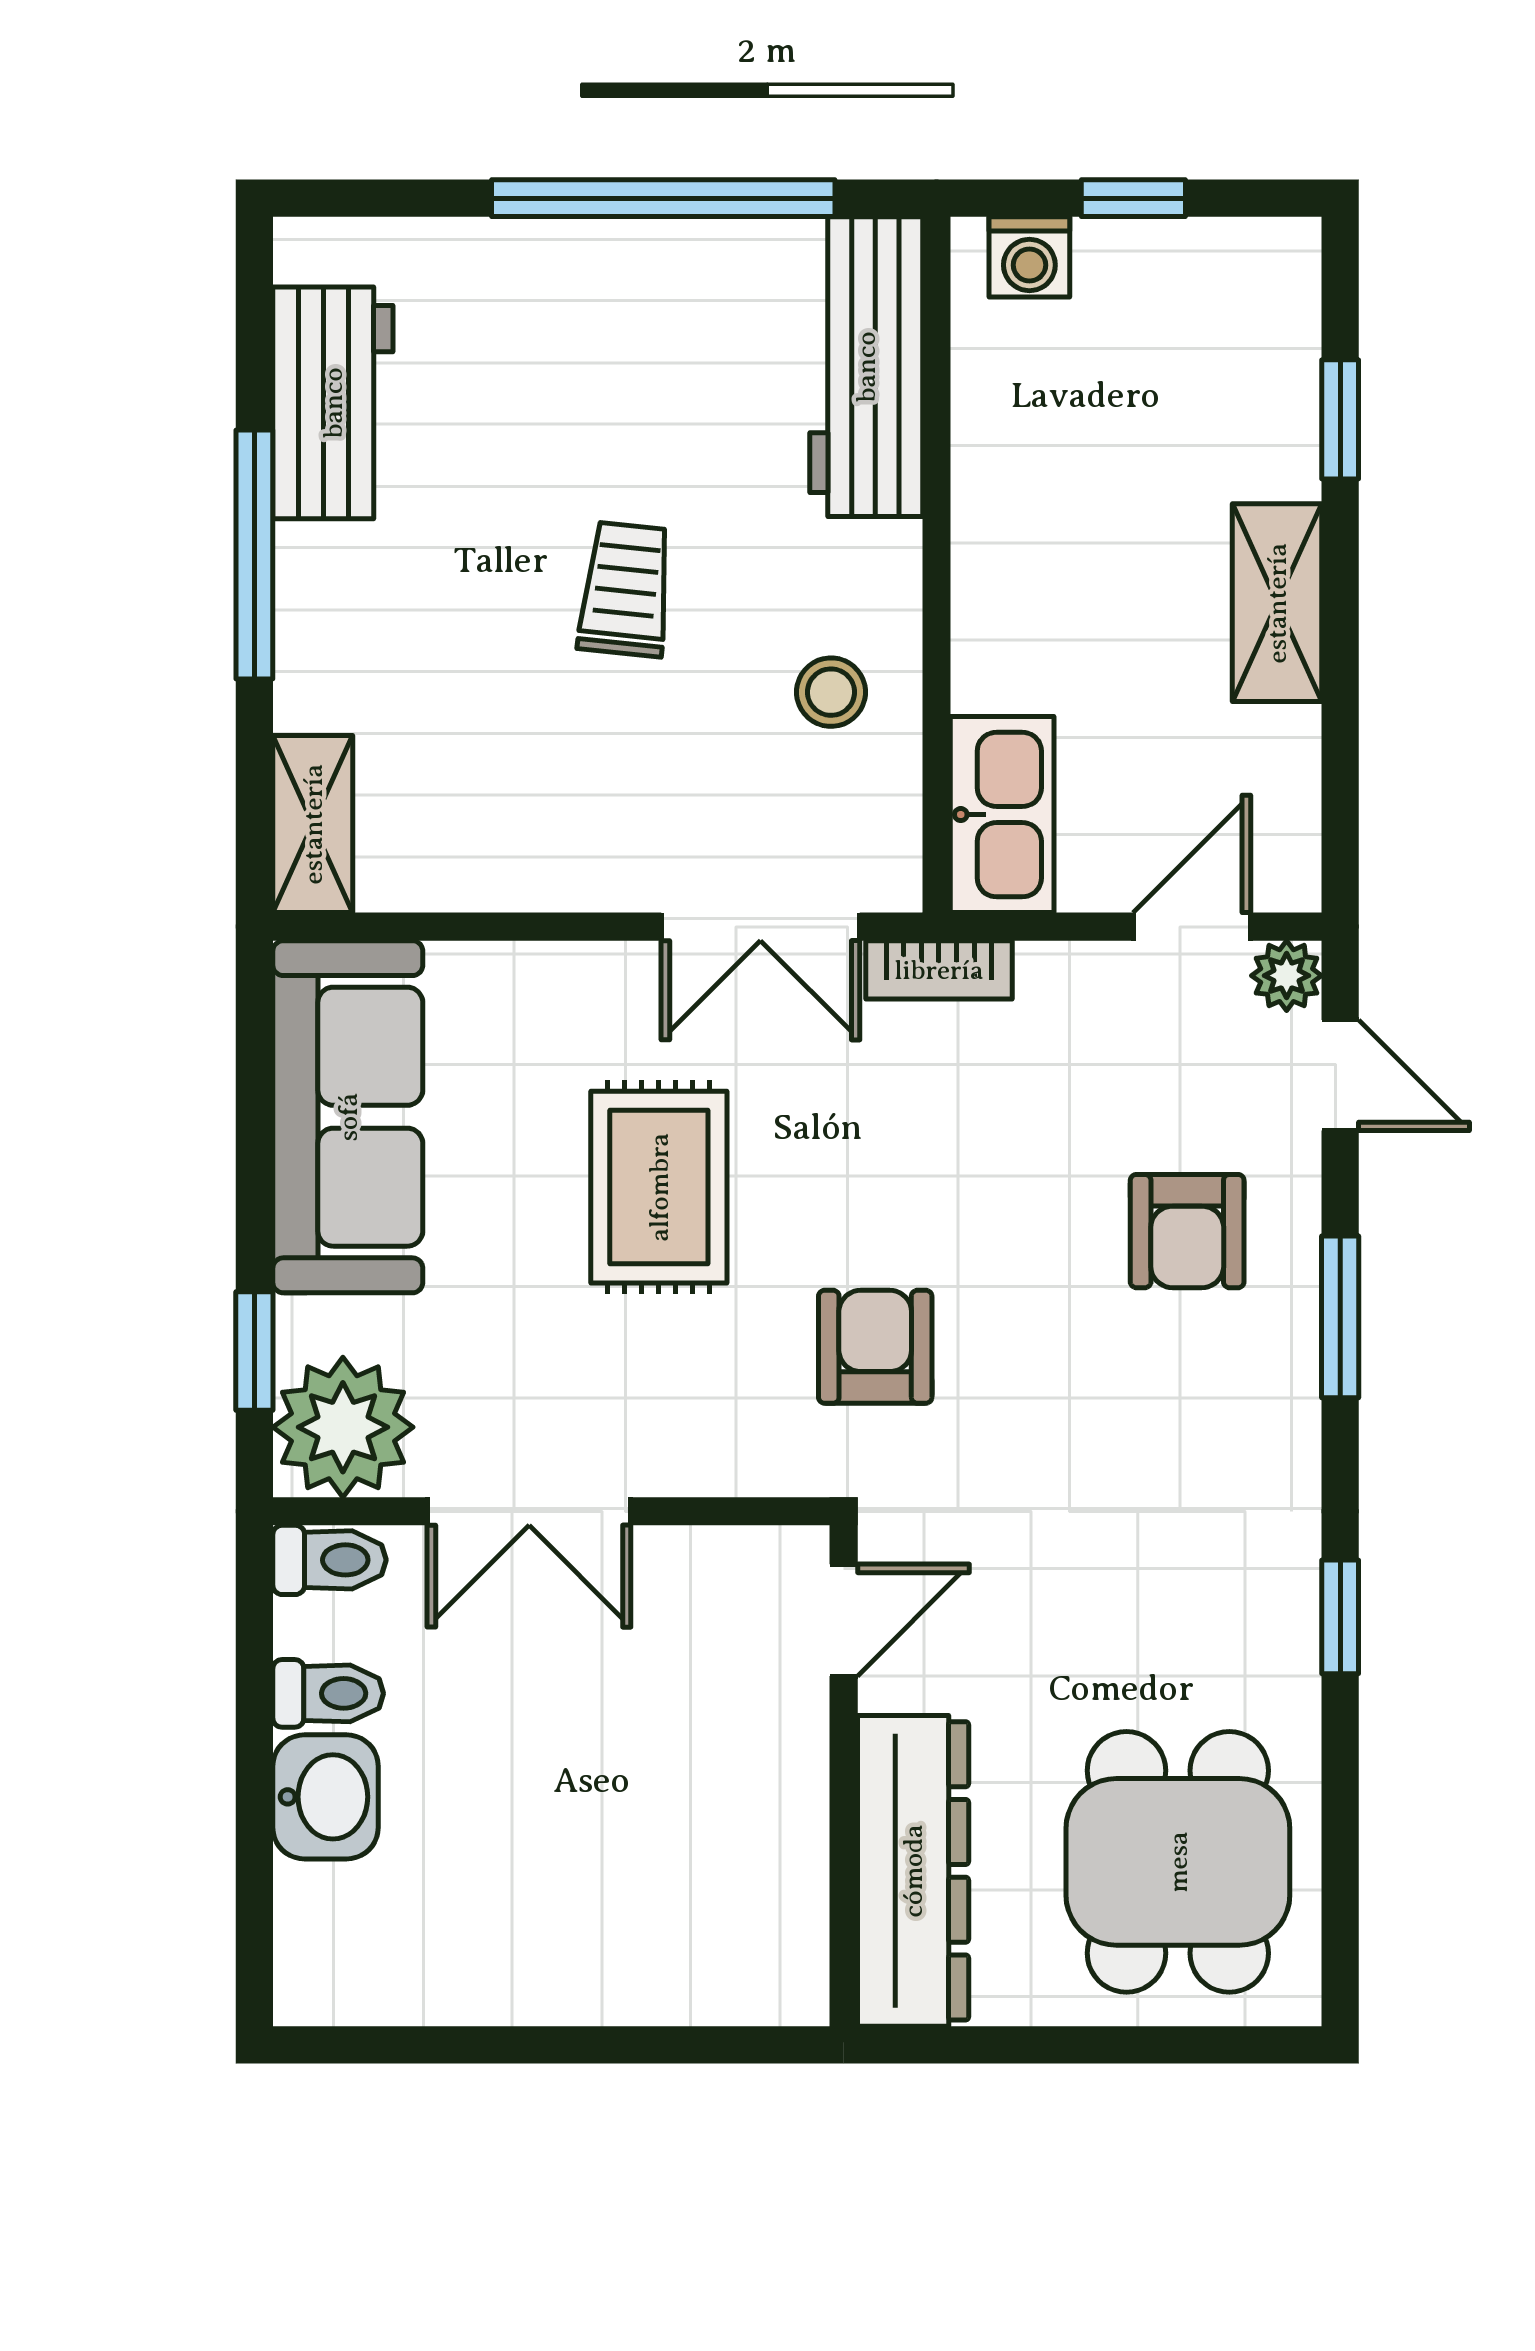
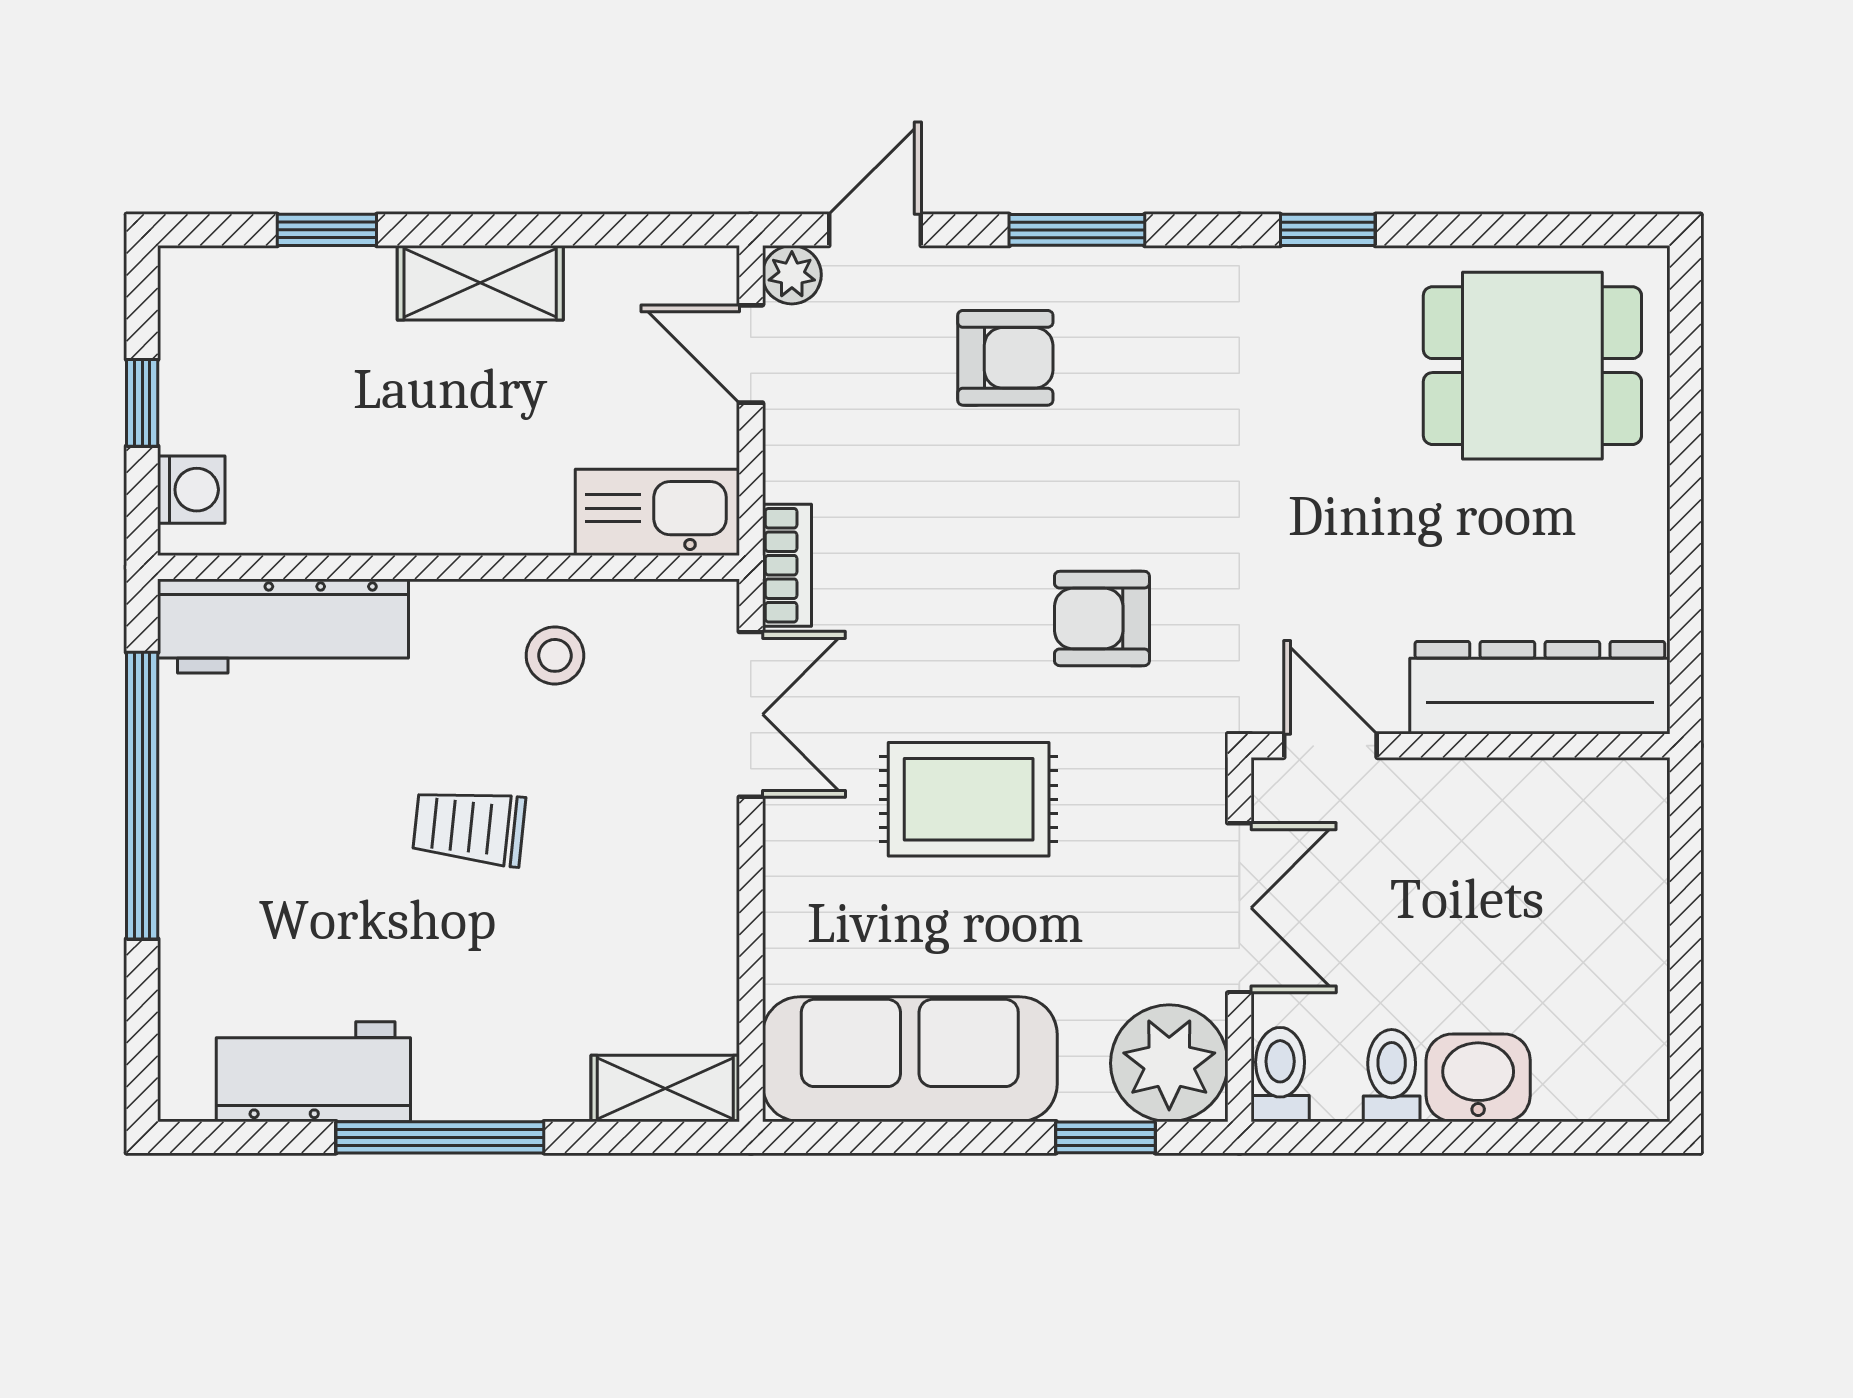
door: (844, 1620) -> (1330, 746), moved
wall: (844, 1776) -> (1460, 746), moved
dresser: (913, 1871) -> (1540, 688), moved

